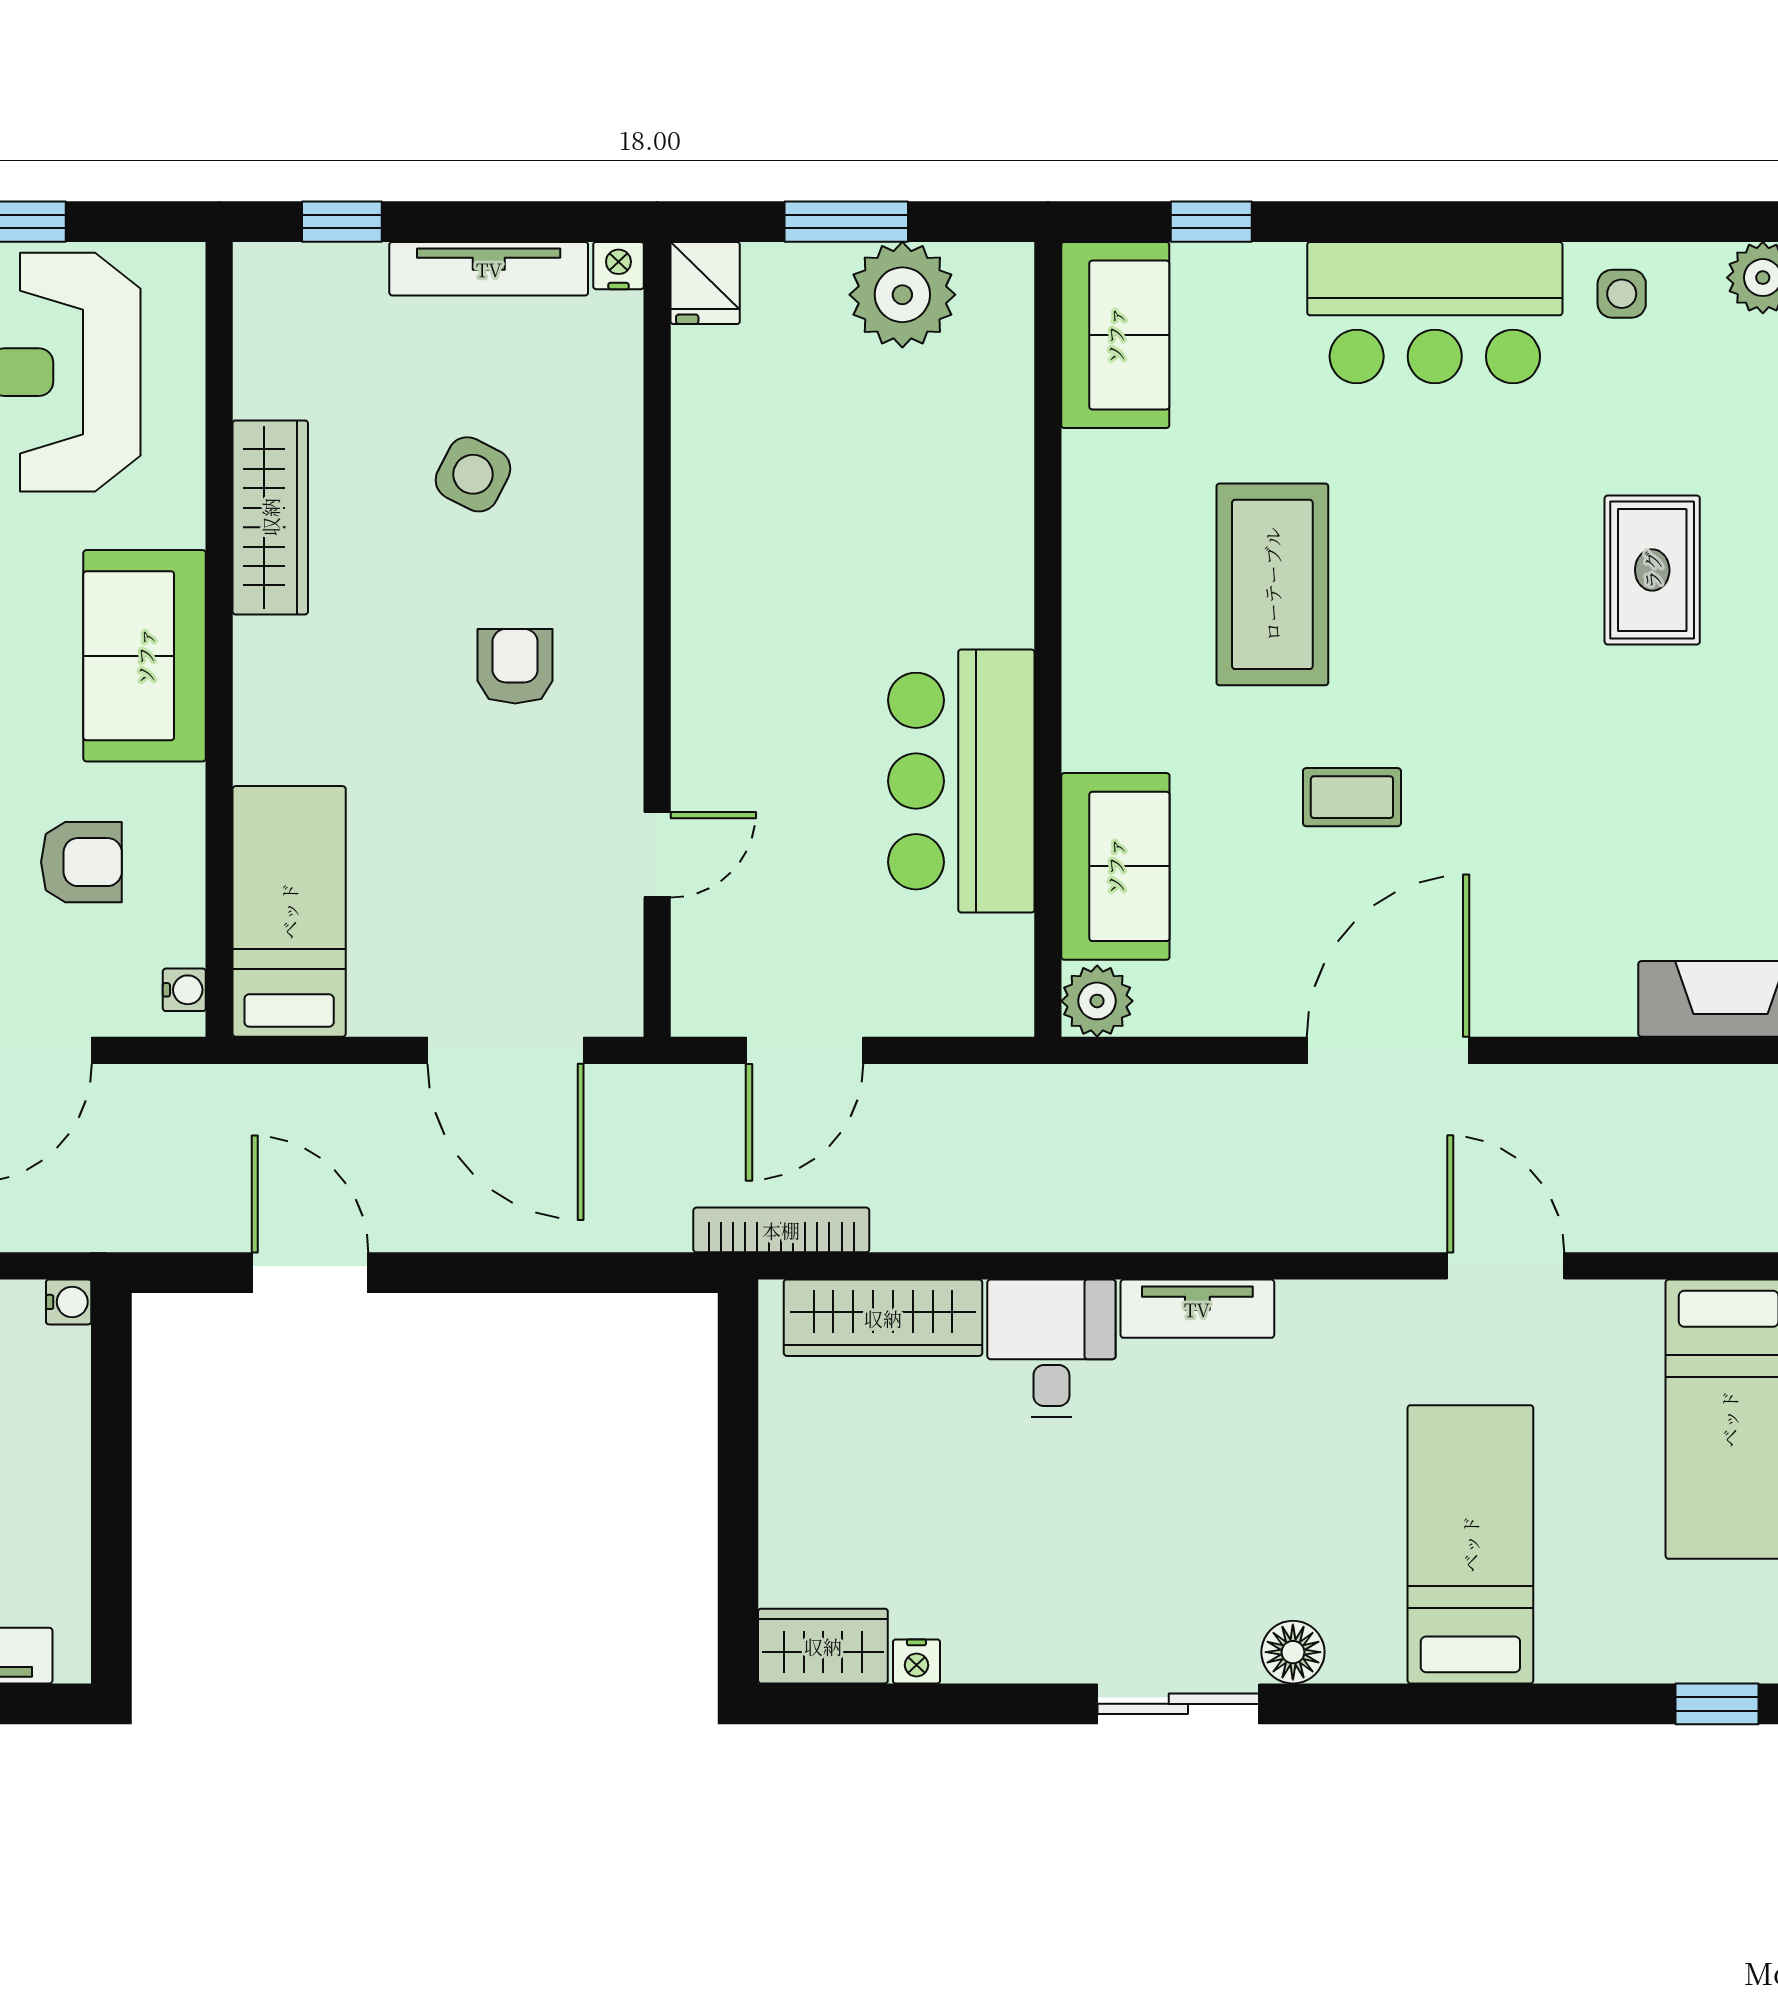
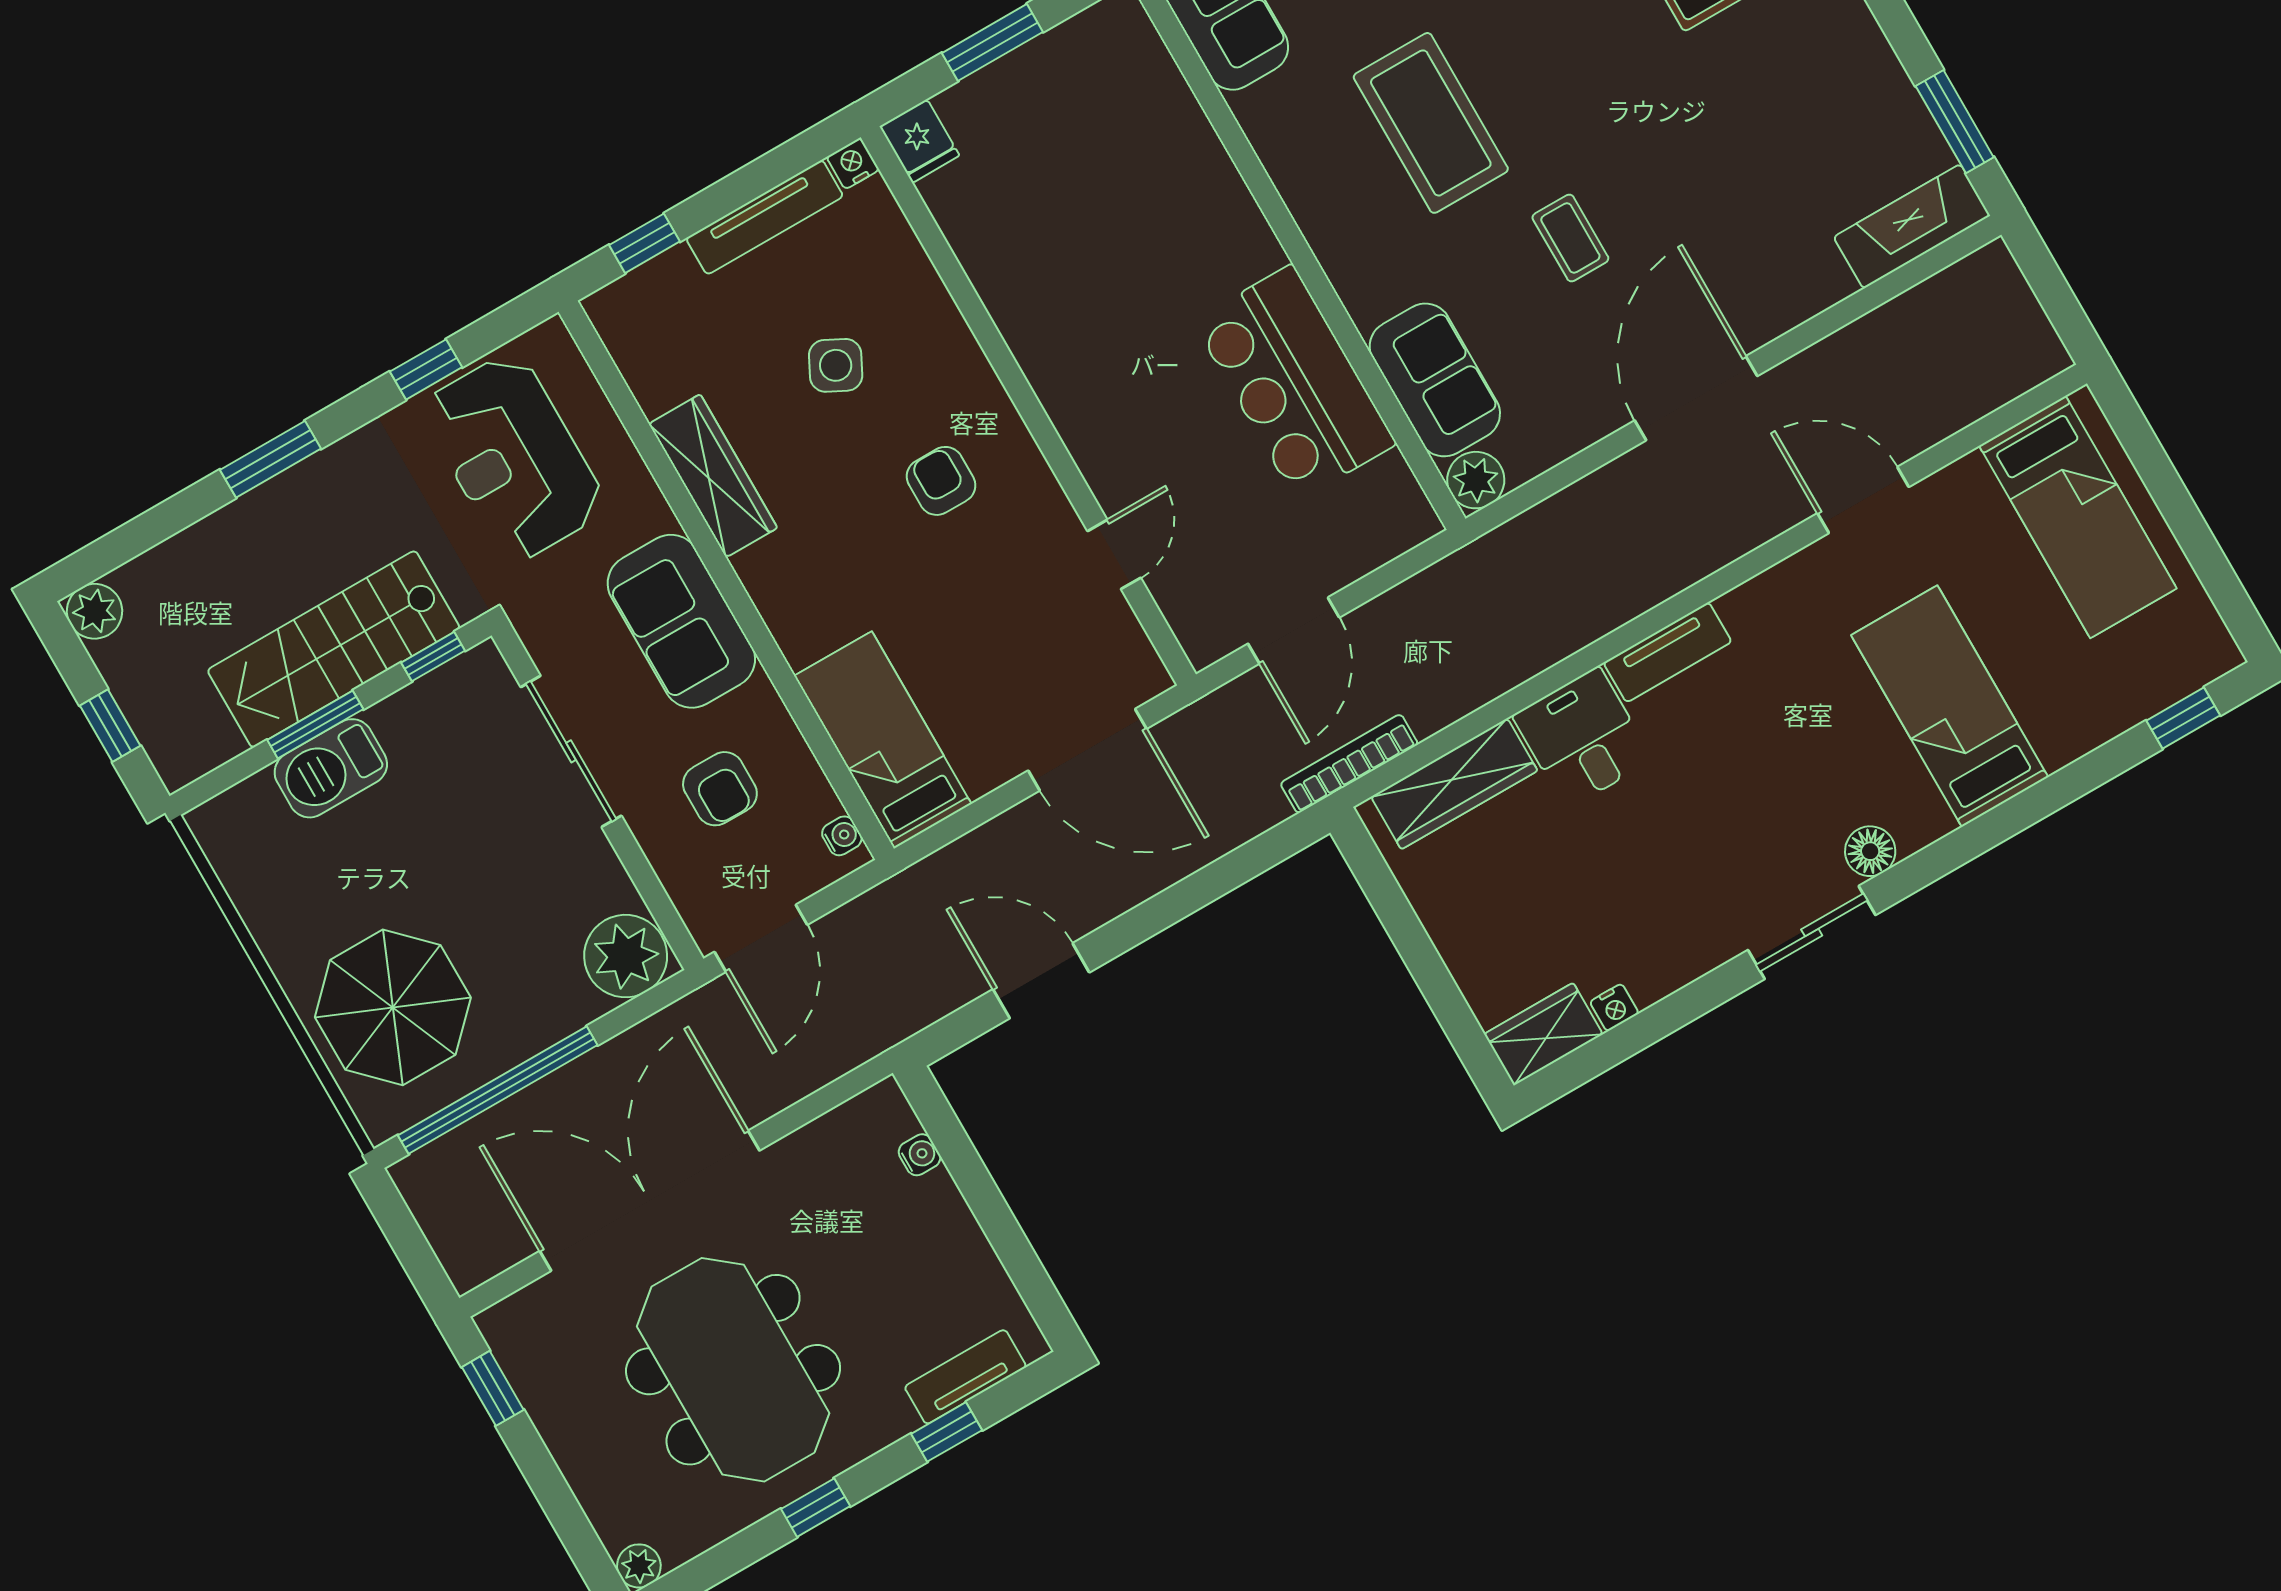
plant: (902, 295) -> (1060, 71), removed
coffee table: (1352, 797) -> (1570, 238), turned 90
armchair: (81, 862) -> (720, 789), turned 90
water cooler: (69, 1302) -> (920, 1155), moved

